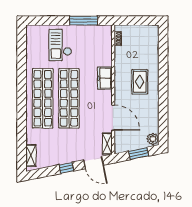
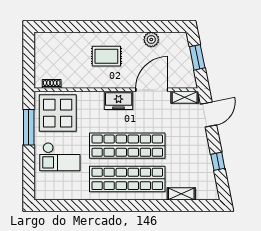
display table: (95, 43) -> (58, 113), added
freezer: (105, 78) -> (119, 100), moved
plant: (153, 139) -> (151, 40), moved
shelving: (31, 156) -> (181, 194), moved
window: (66, 168) -> (218, 161), moved

